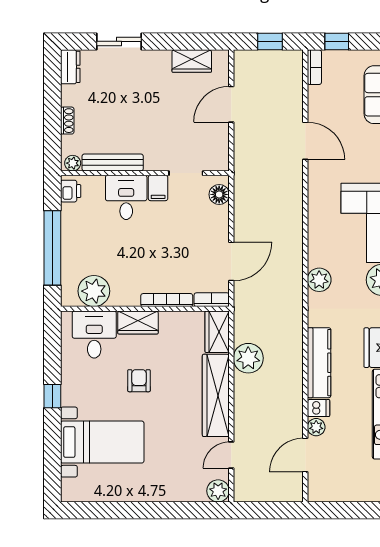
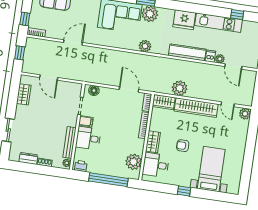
dresser: (70, 67) -> (28, 158), moved

